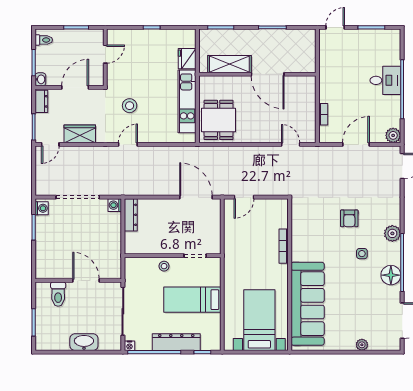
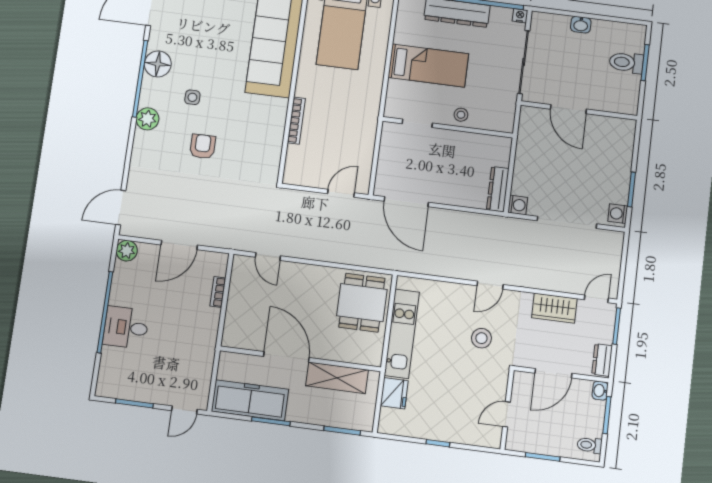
freezer: (289, 40) -> (250, 400), added
toilet: (58, 294) -> (626, 63), moved, turned -90
washbasin: (84, 342) -> (581, 25), width x0.52, depth x0.69

